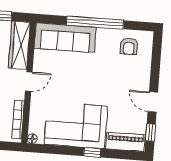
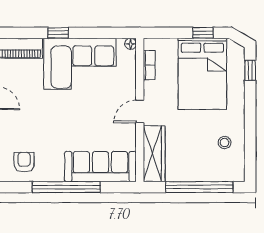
bookcase: (18, 120) -> (149, 65), width x0.64

